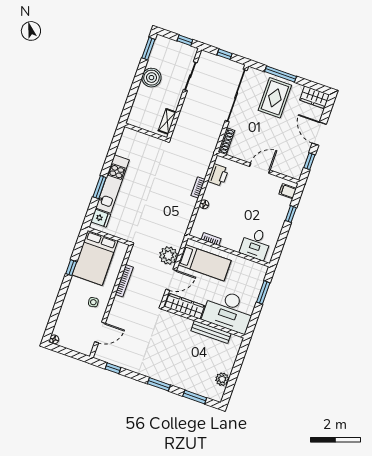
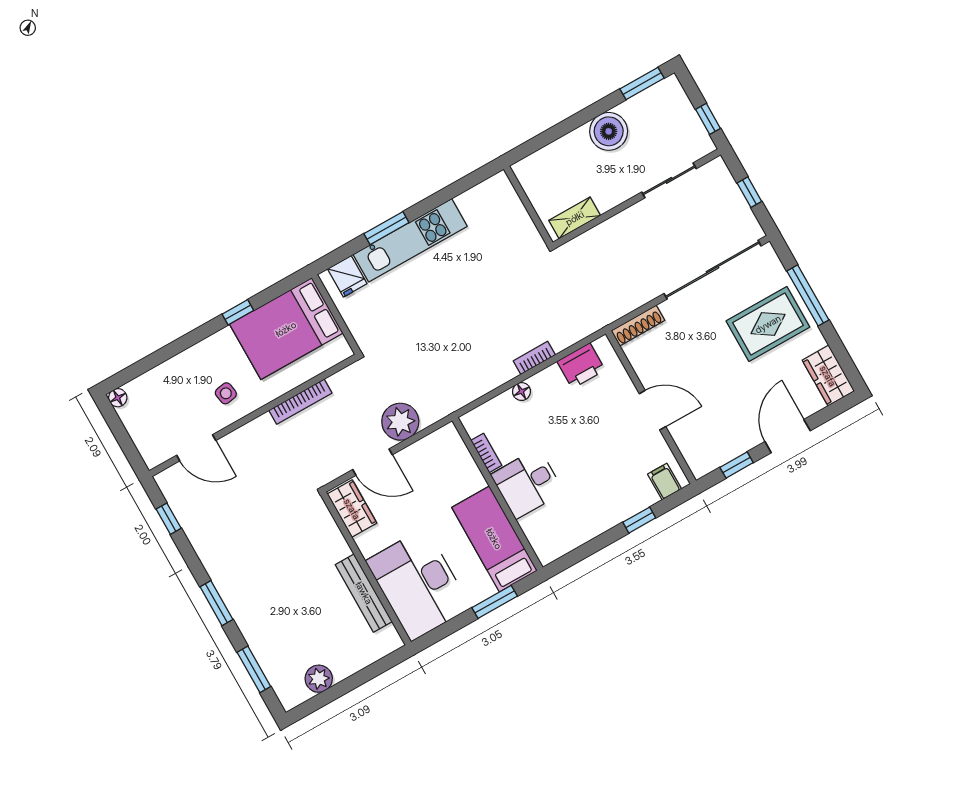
desk: (256, 244) -> (527, 483), moved
bed: (205, 263) -> (494, 539), moved, turned 180
wardrobe: (185, 306) -> (352, 509), width x0.67

